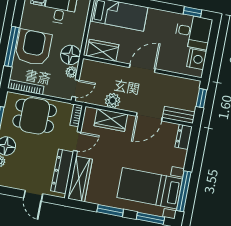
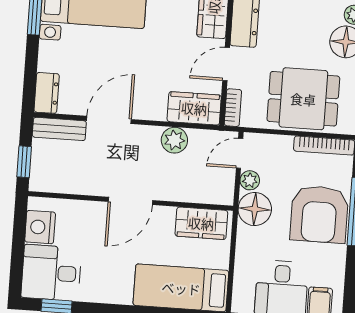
wardrobe: (111, 120) -> (194, 108), moved

